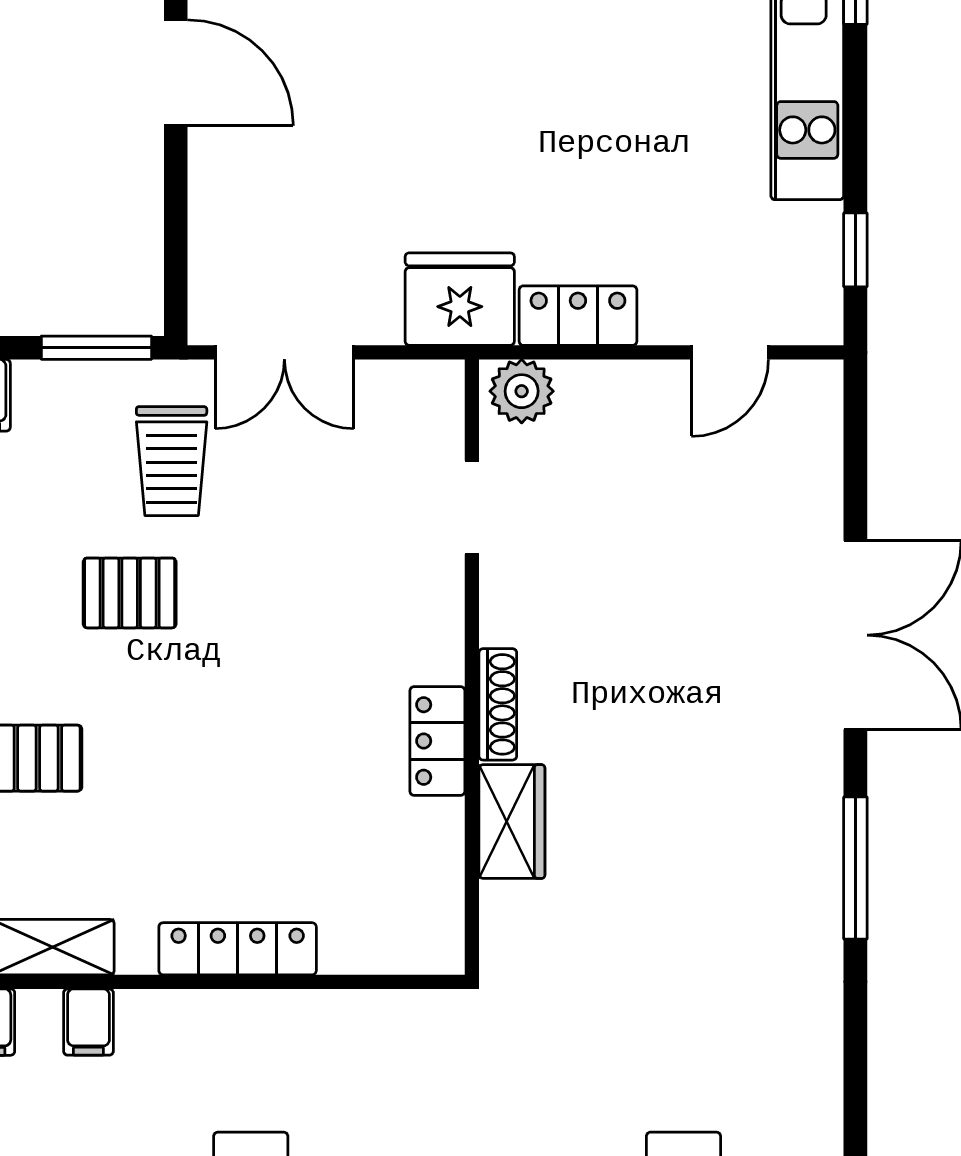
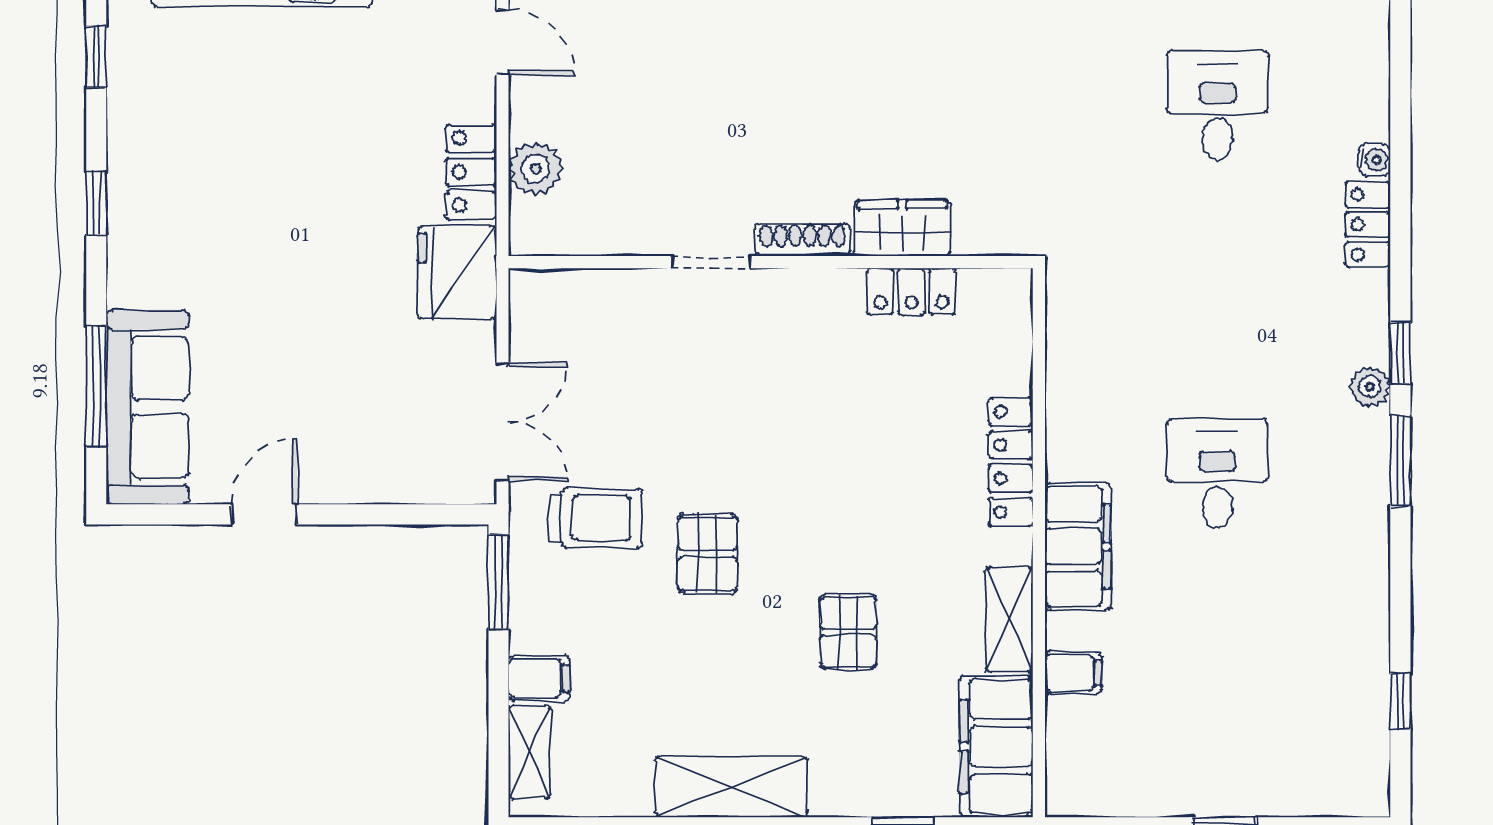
door: (176, 73) -> (264, 514), width x0.73
plant: (522, 391) -> (536, 169), moved
doorway: (472, 507) -> (711, 262), moved
locker: (437, 741) -> (911, 291), moved
filing cabinet: (88, 1022) -> (1078, 546), width x3.00, depth x1.17

